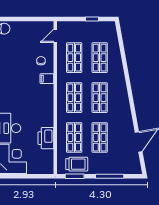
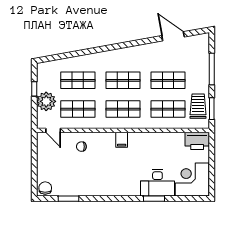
plant: (81, 30) -> (46, 101), added
filing cabinet: (47, 79) -> (122, 140), moved
printer: (46, 138) -> (197, 141), moved

